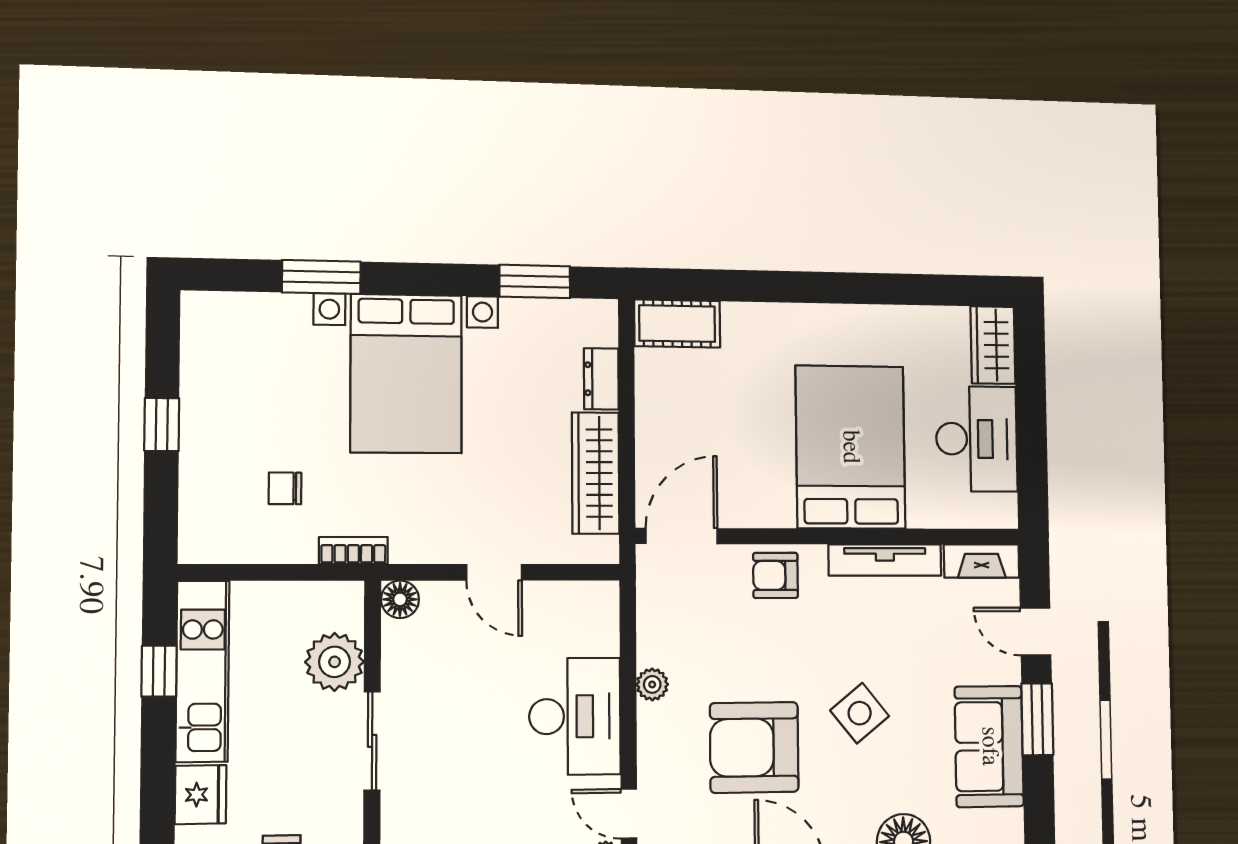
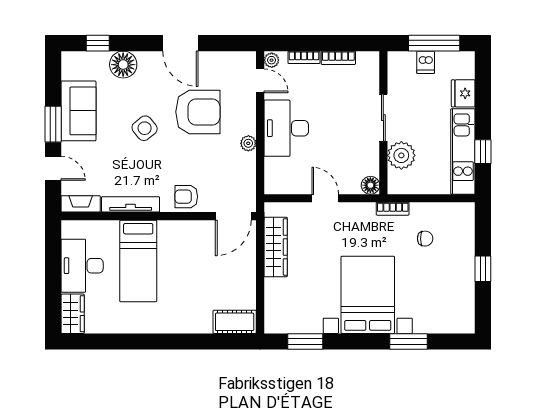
dresser: (601, 379) -> (273, 294), removed
bed: (850, 447) -> (138, 261), width x0.67
armchair: (776, 575) -> (186, 197), turned 180

